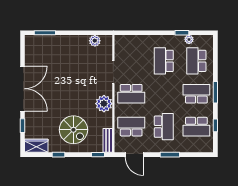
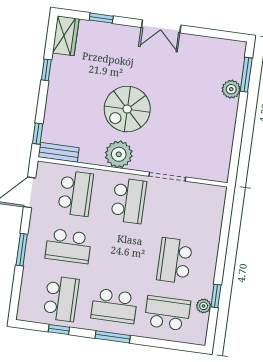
plant: (95, 41) -> (231, 89), moved
school desk: (164, 61) -> (175, 261), turned -90
double door: (23, 89) -> (161, 26), width x0.54
school desk: (131, 94) -> (129, 201), turned 180
school desk: (196, 94) -> (114, 306), turned 90
school desk: (196, 127) -> (61, 299), turned 180
spiral stairs: (73, 130) -> (127, 109), moved

